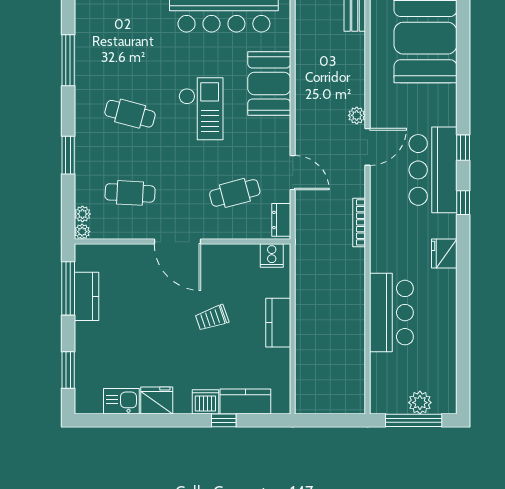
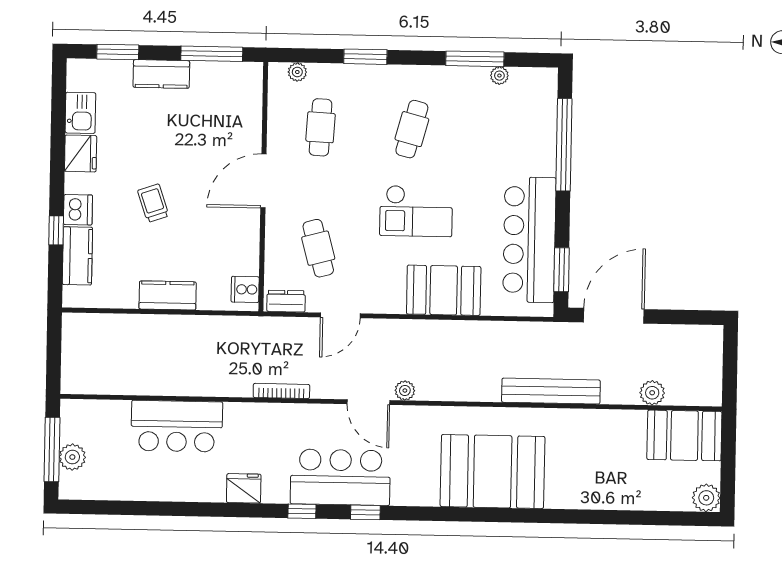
plant: (82, 232) -> (499, 76), moved
kitchen counter: (86, 296) -> (161, 74), moved
trolley: (212, 318) -> (153, 203), moved

